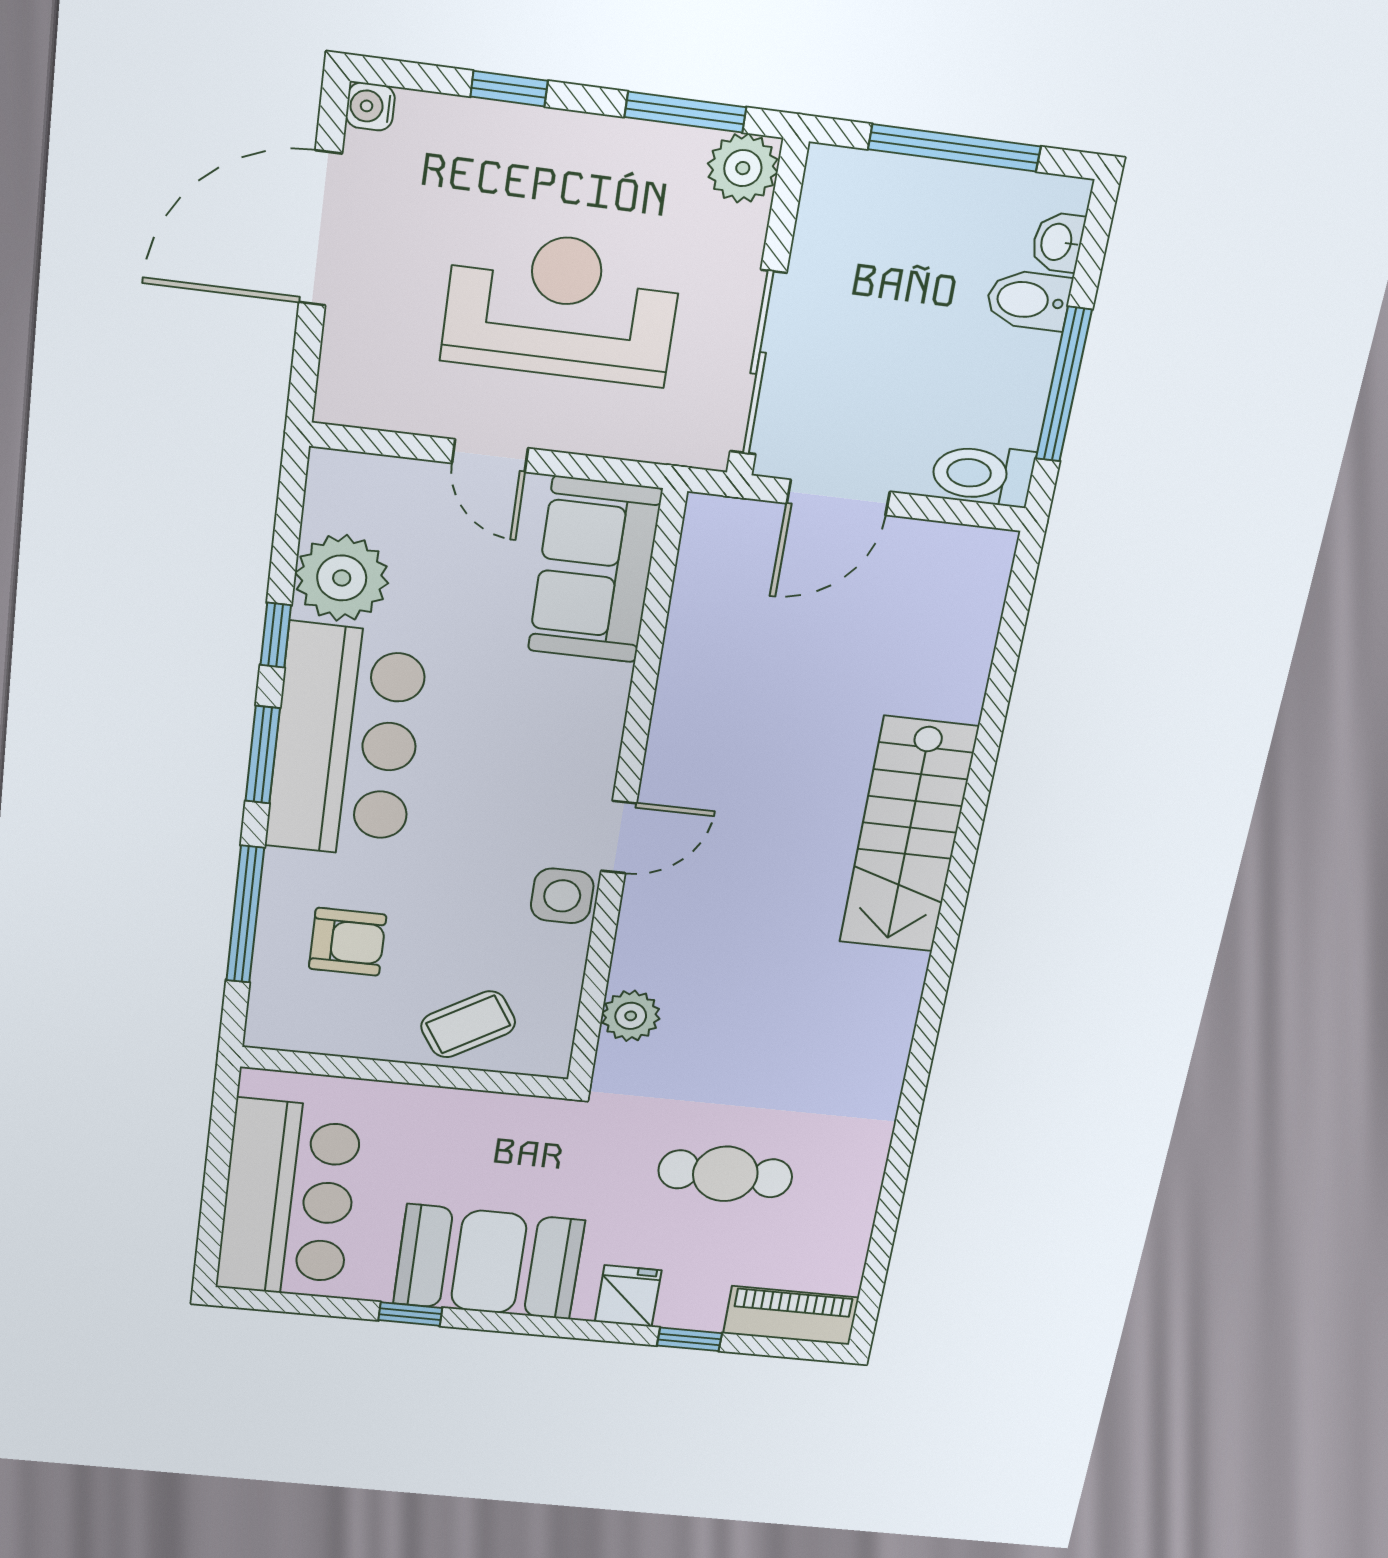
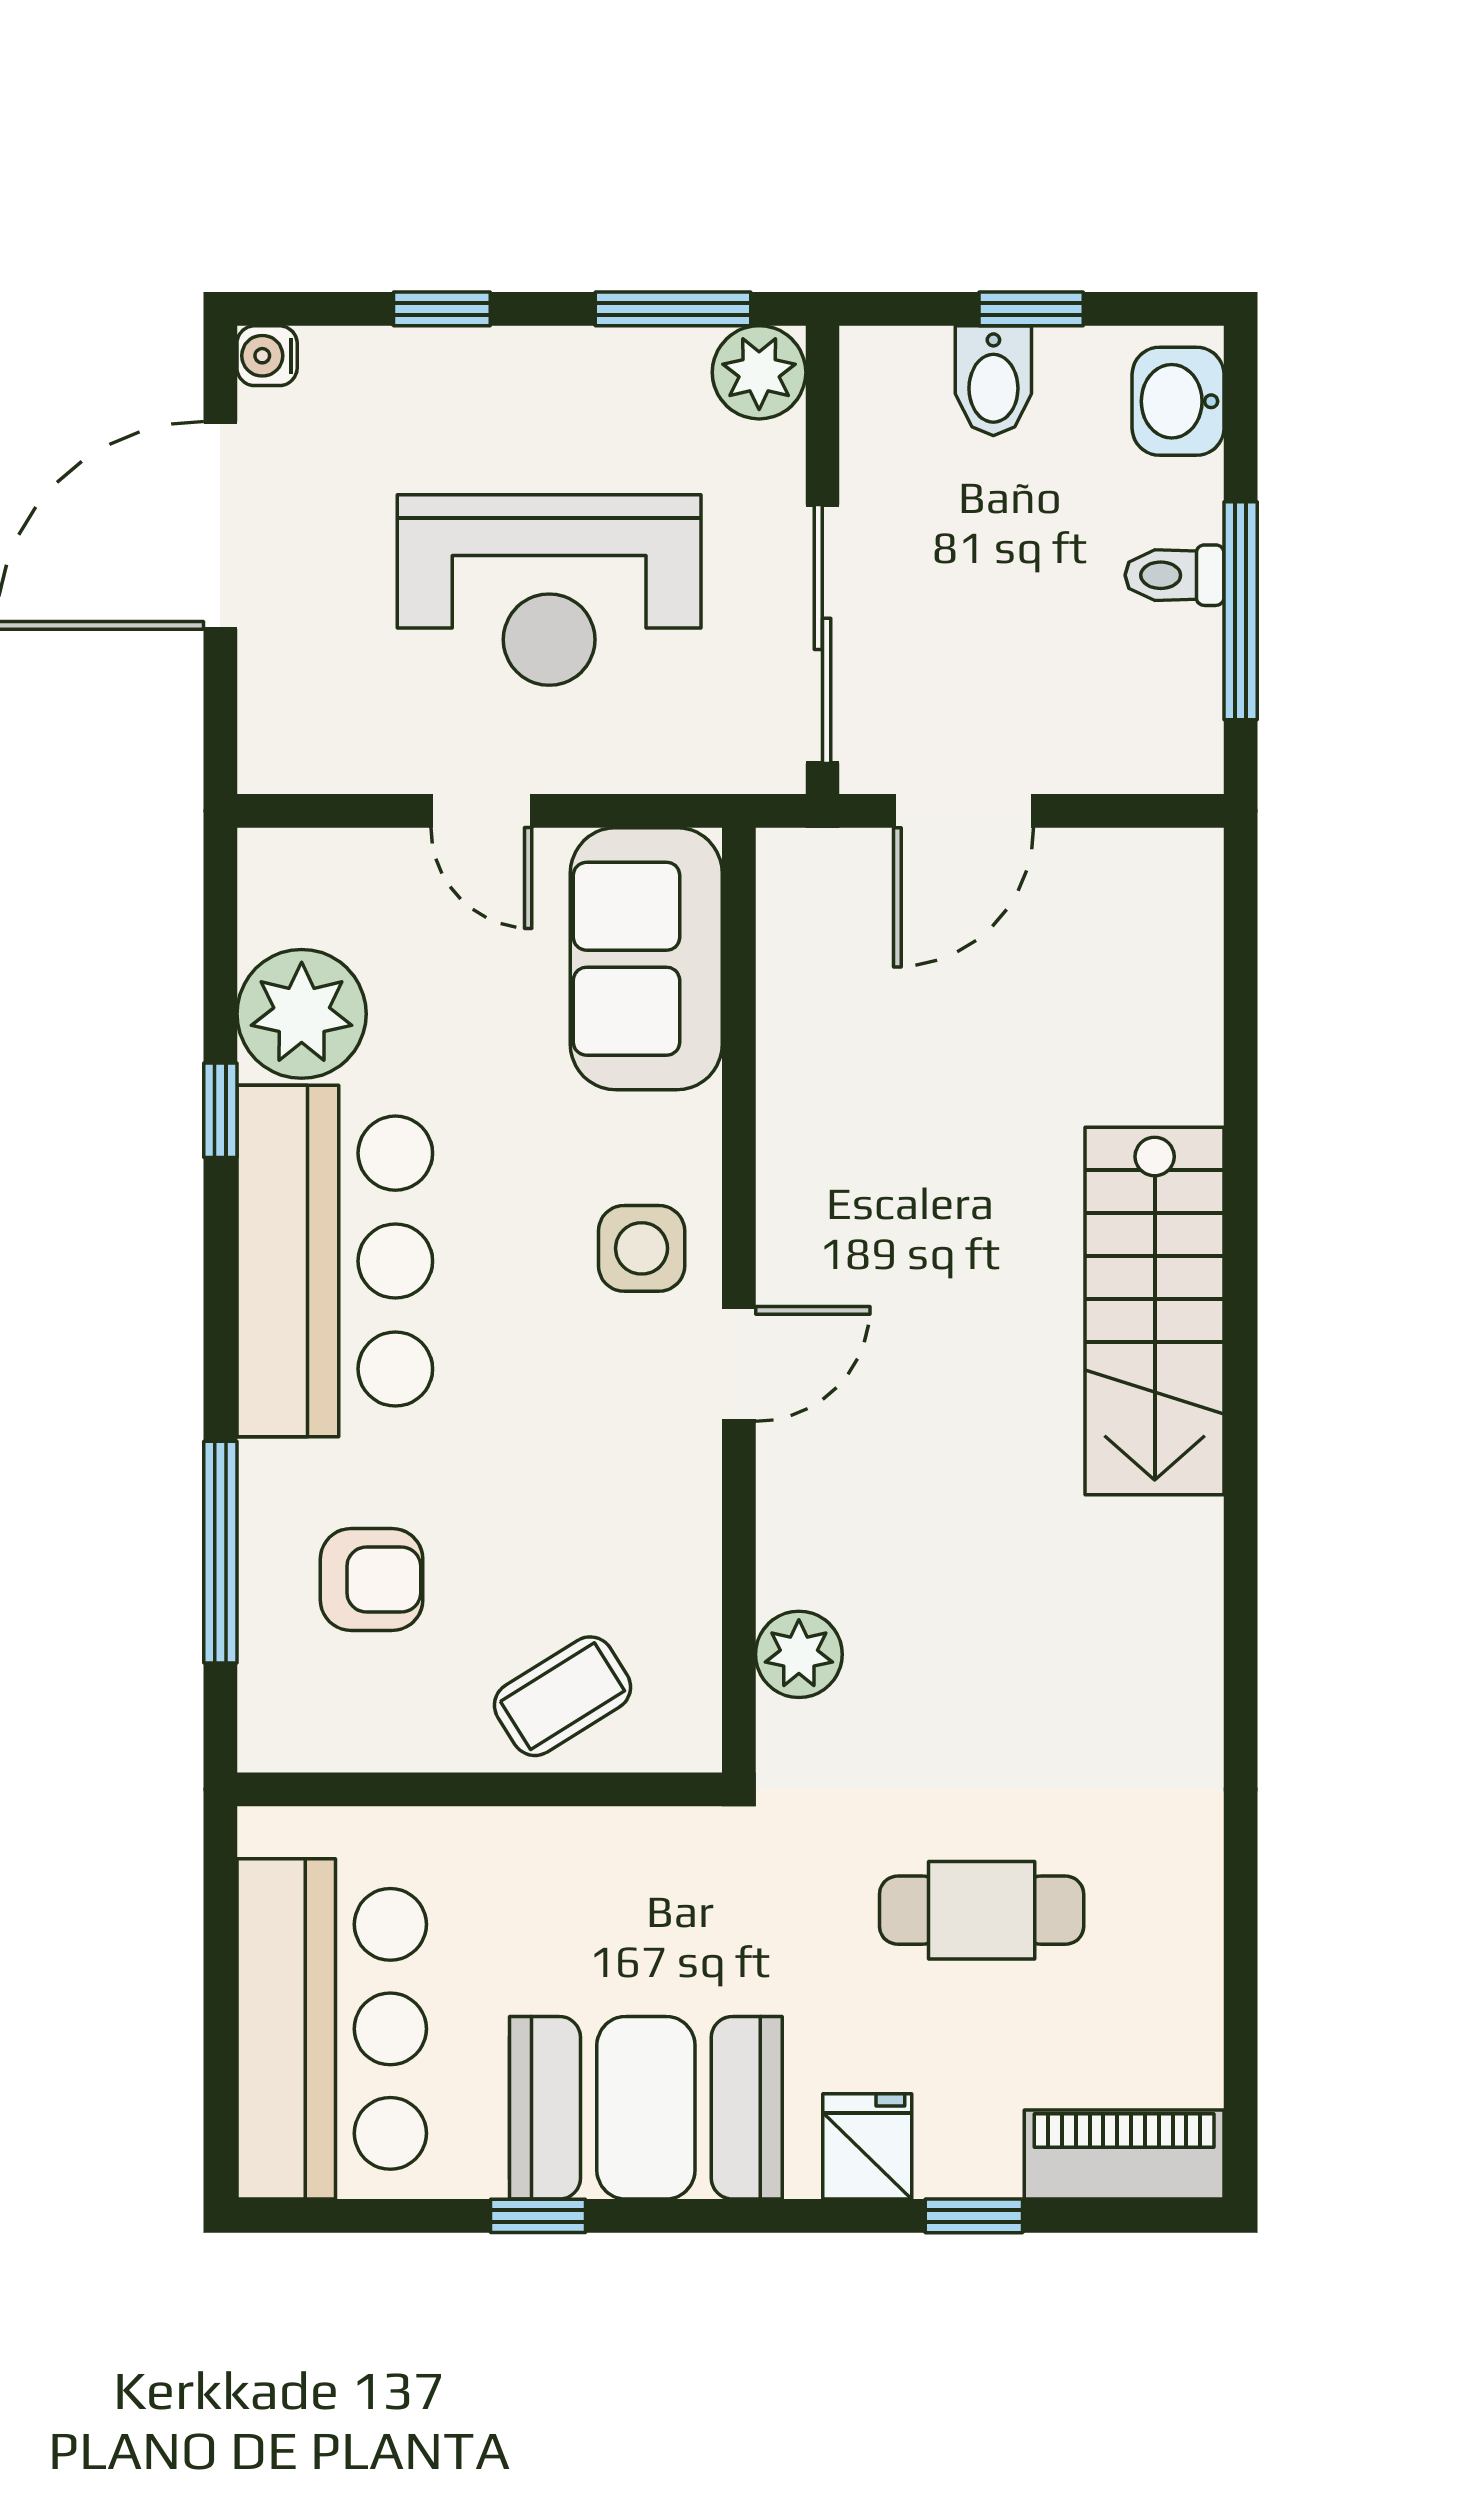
window: (954, 148) -> (1031, 309), width x0.46
washbasin: (1058, 242) -> (1178, 401), width x1.38, depth x1.45
bidet: (1028, 300) -> (993, 381), moved, turned -90
reception desk: (562, 307) -> (549, 590), turned 180
toilet: (983, 474) -> (1175, 575), moved, width x0.73, depth x0.72
window: (263, 755) -> (220, 1295), removed
side table: (562, 896) -> (642, 1248), moved

